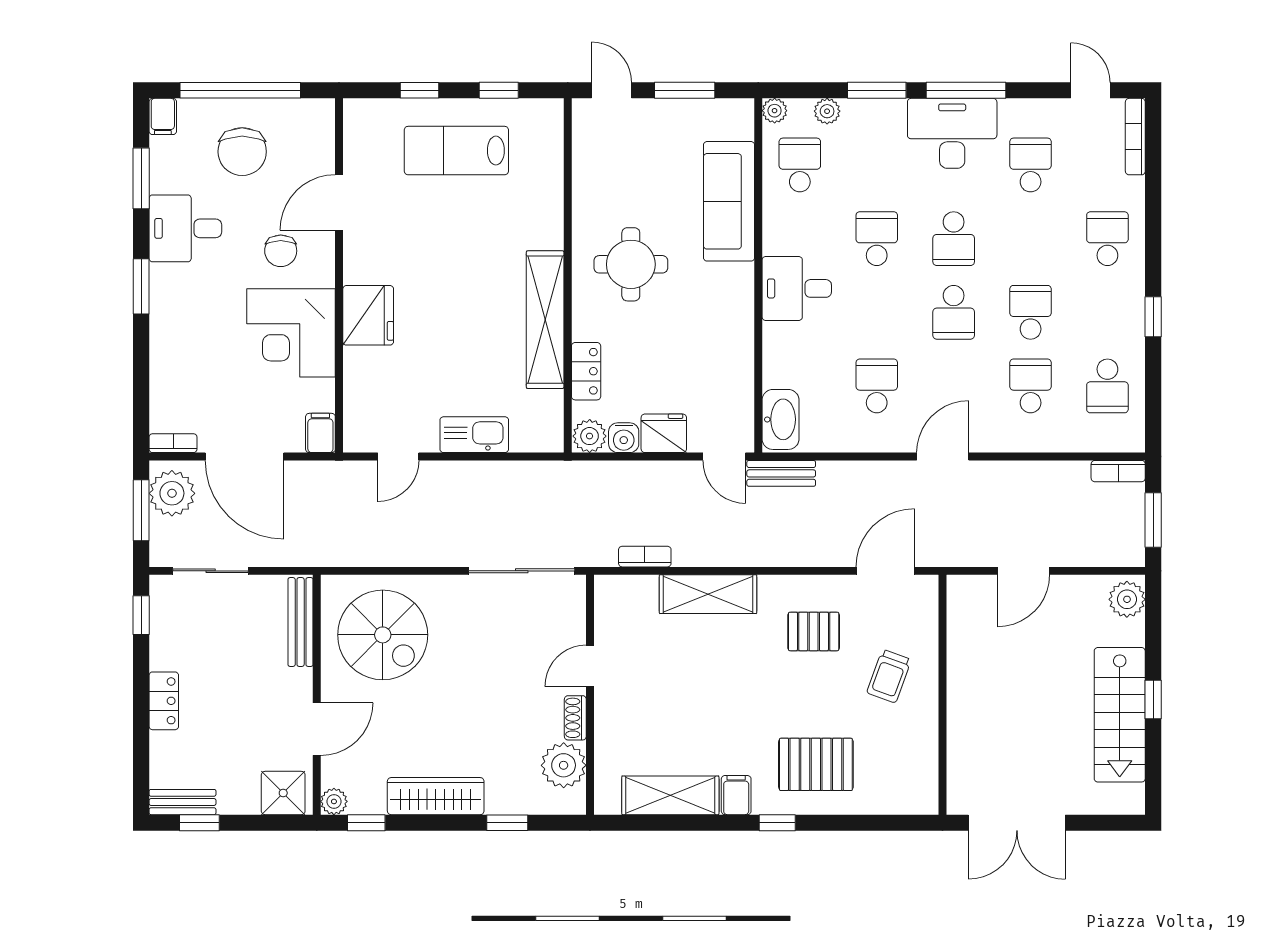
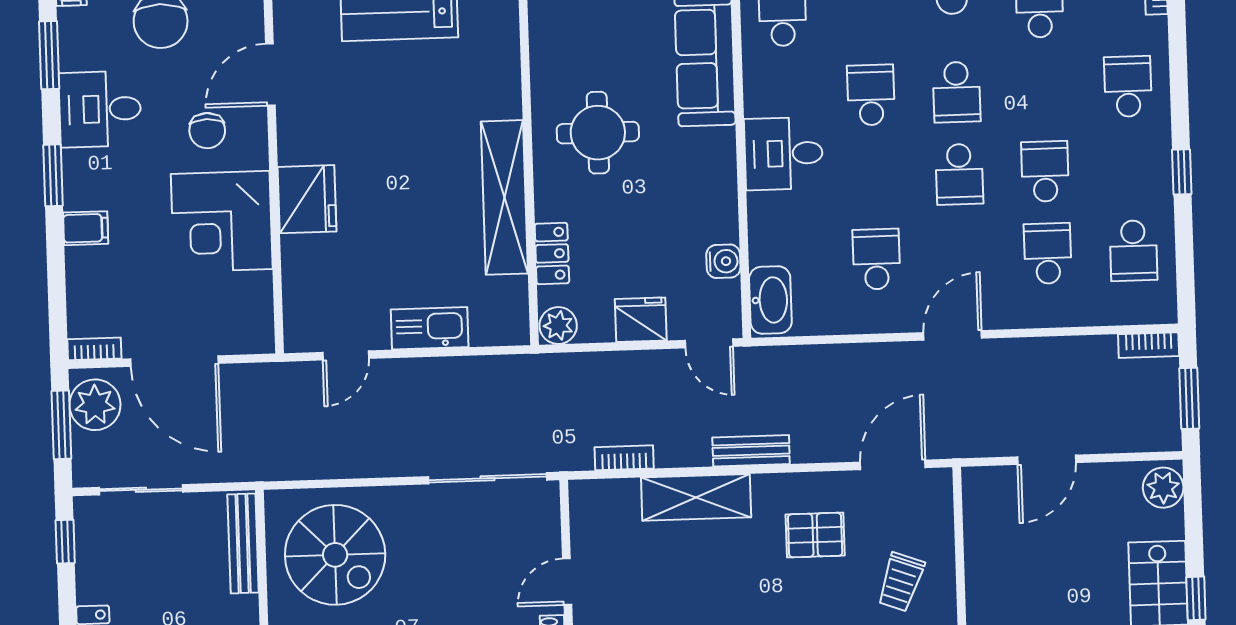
filing cabinet: (320, 433) -> (86, 228), moved, turned 90
water cooler: (624, 438) -> (723, 261), moved, turned -90
bench: (781, 473) -> (751, 451), moved

